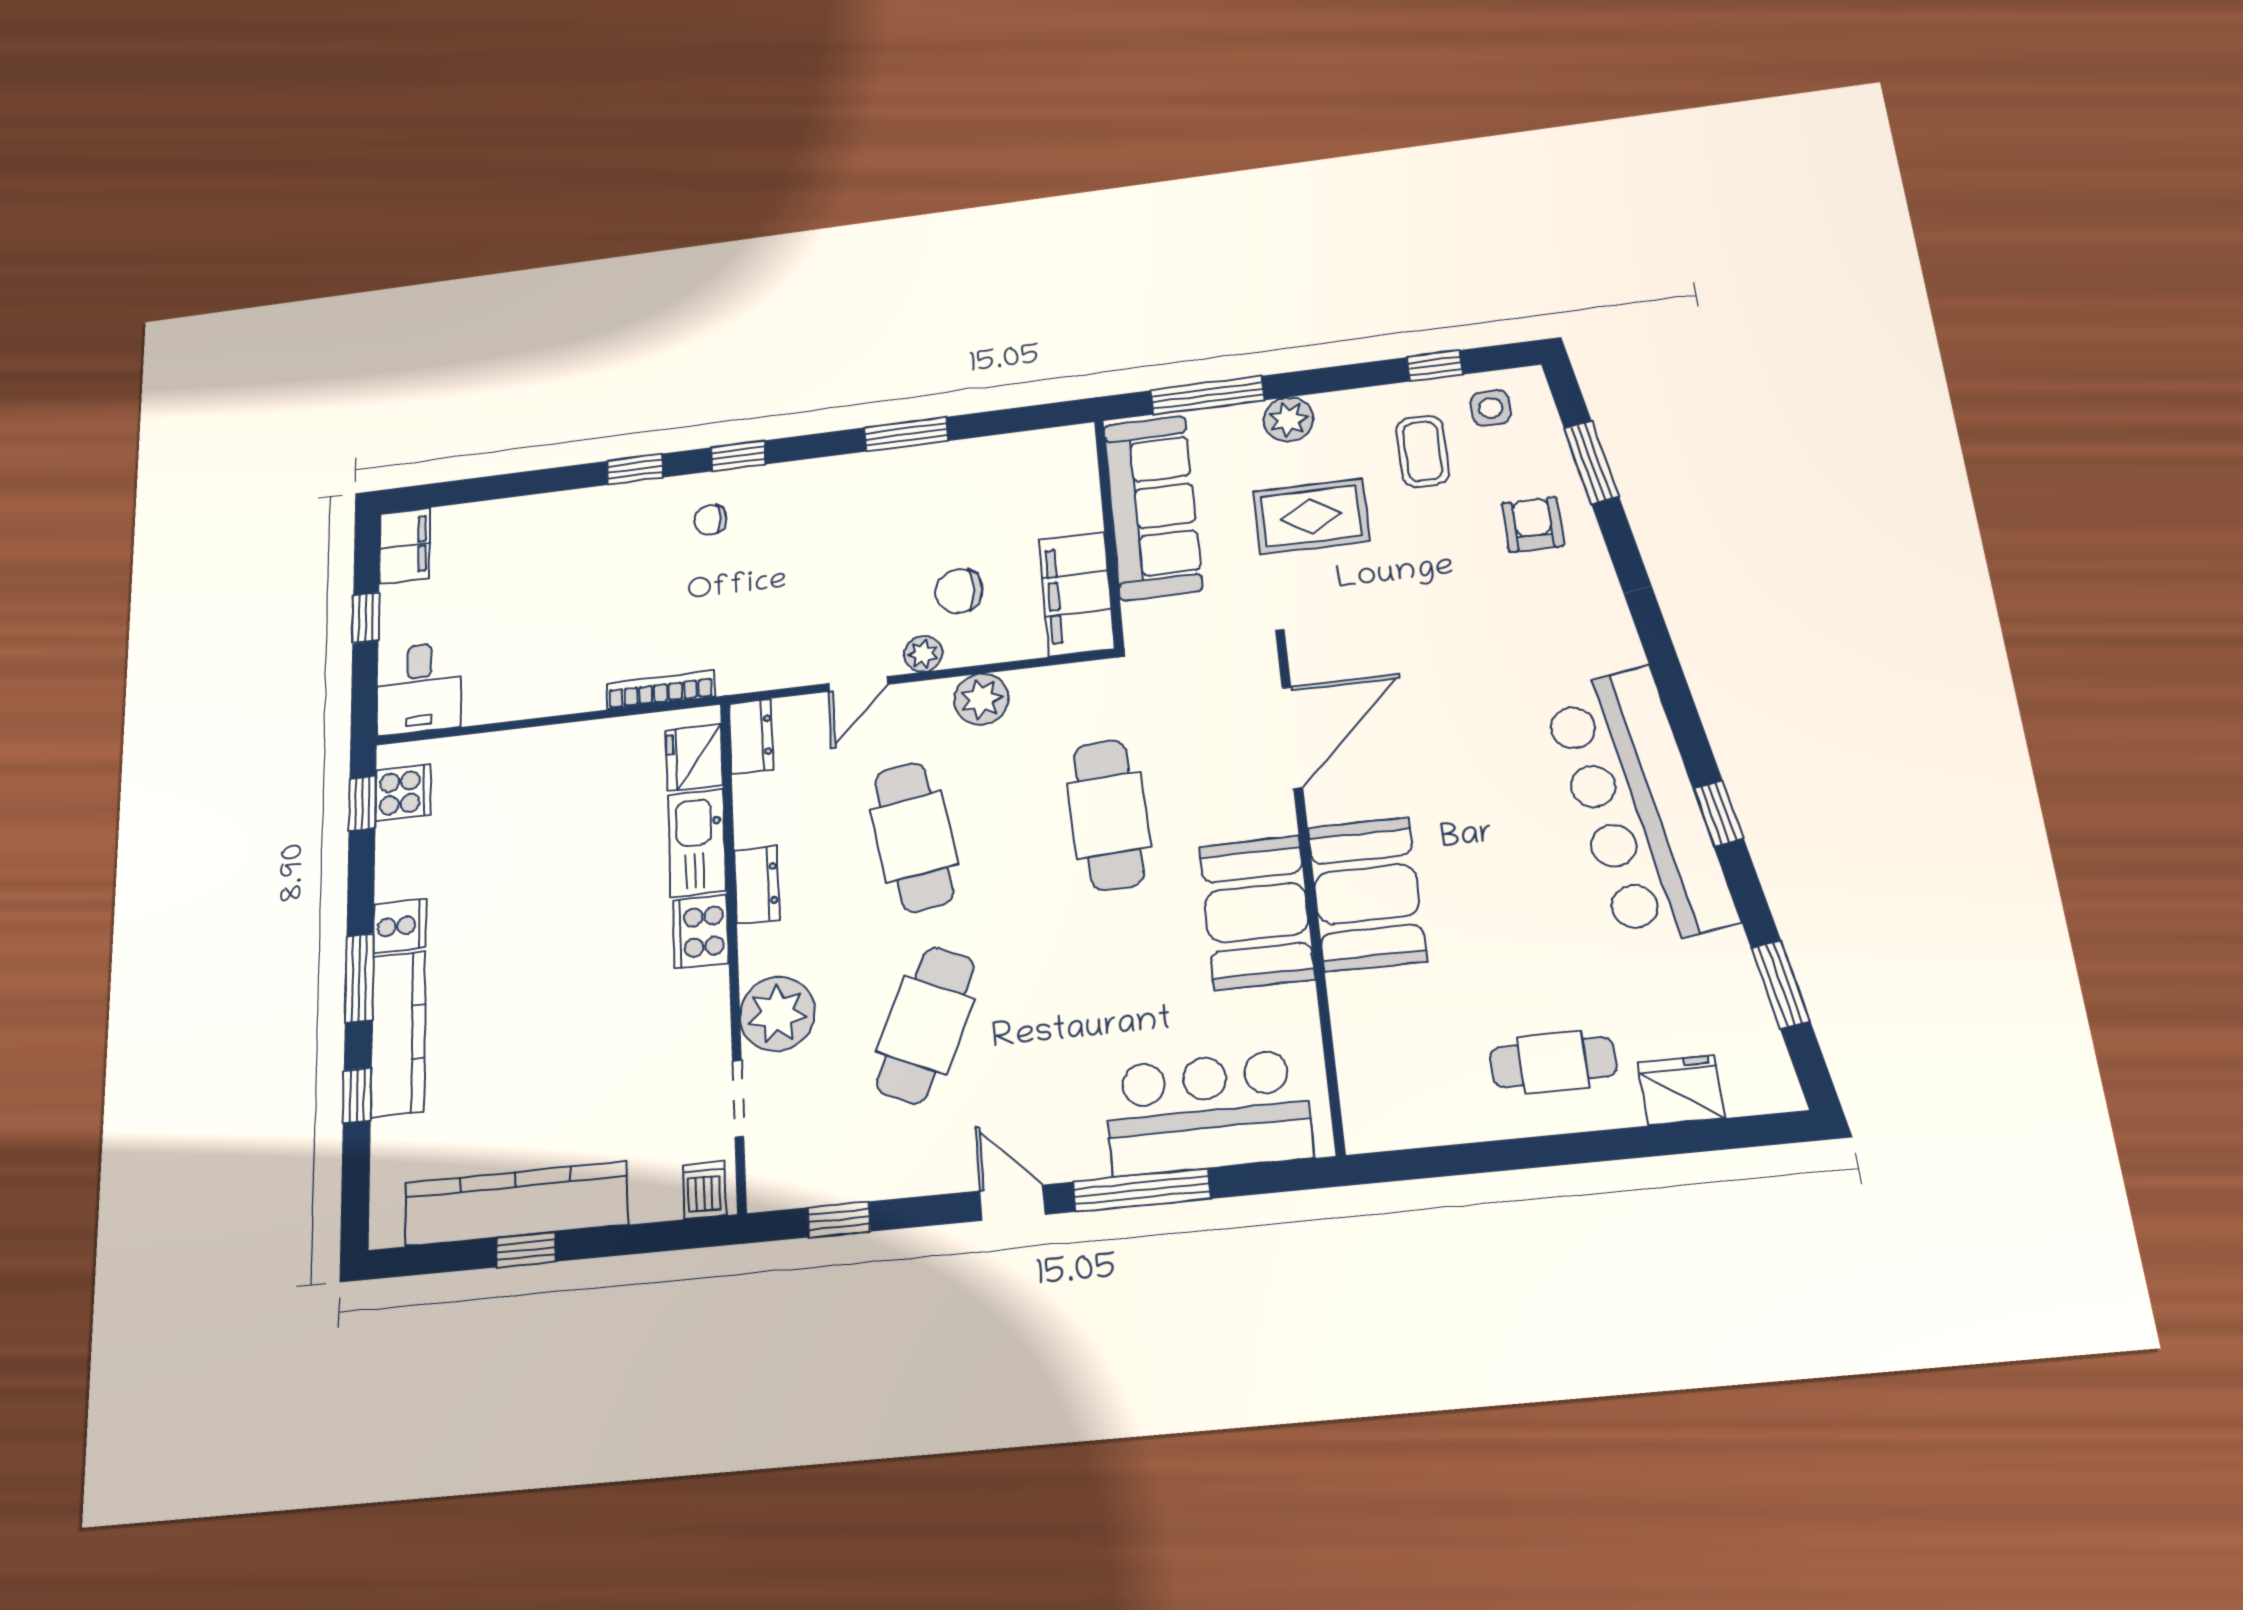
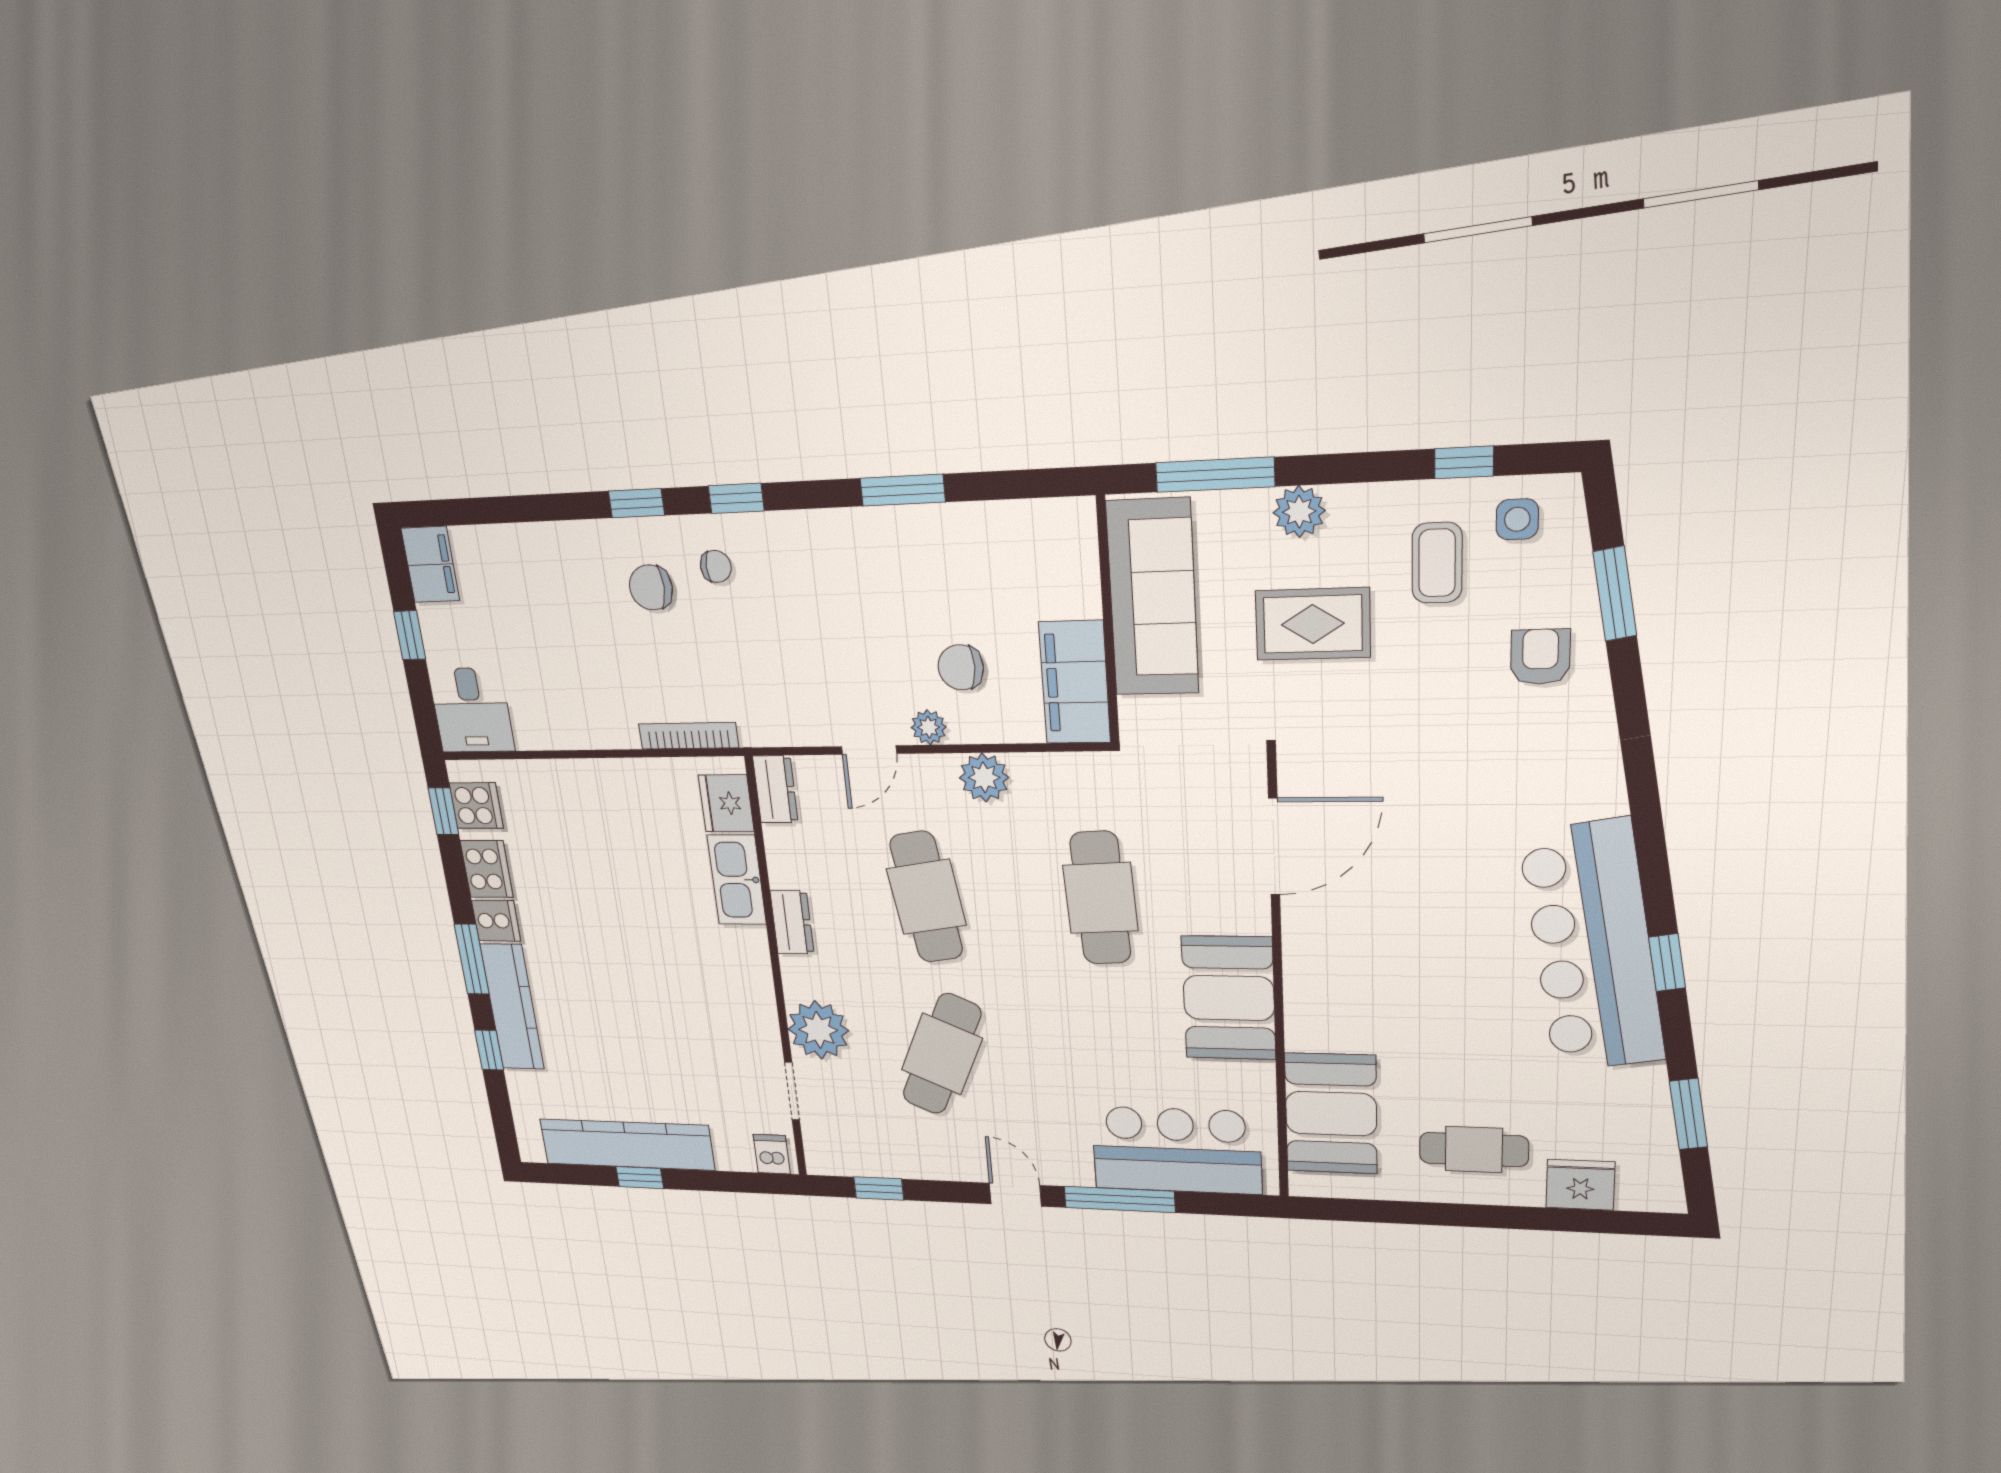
chair: (710, 520) -> (716, 566), turned 180
chair: (639, 546) -> (651, 587), added
booth: (1367, 894) -> (1331, 1114), moved
cooker: (701, 932) -> (487, 869), moved, turned 180

